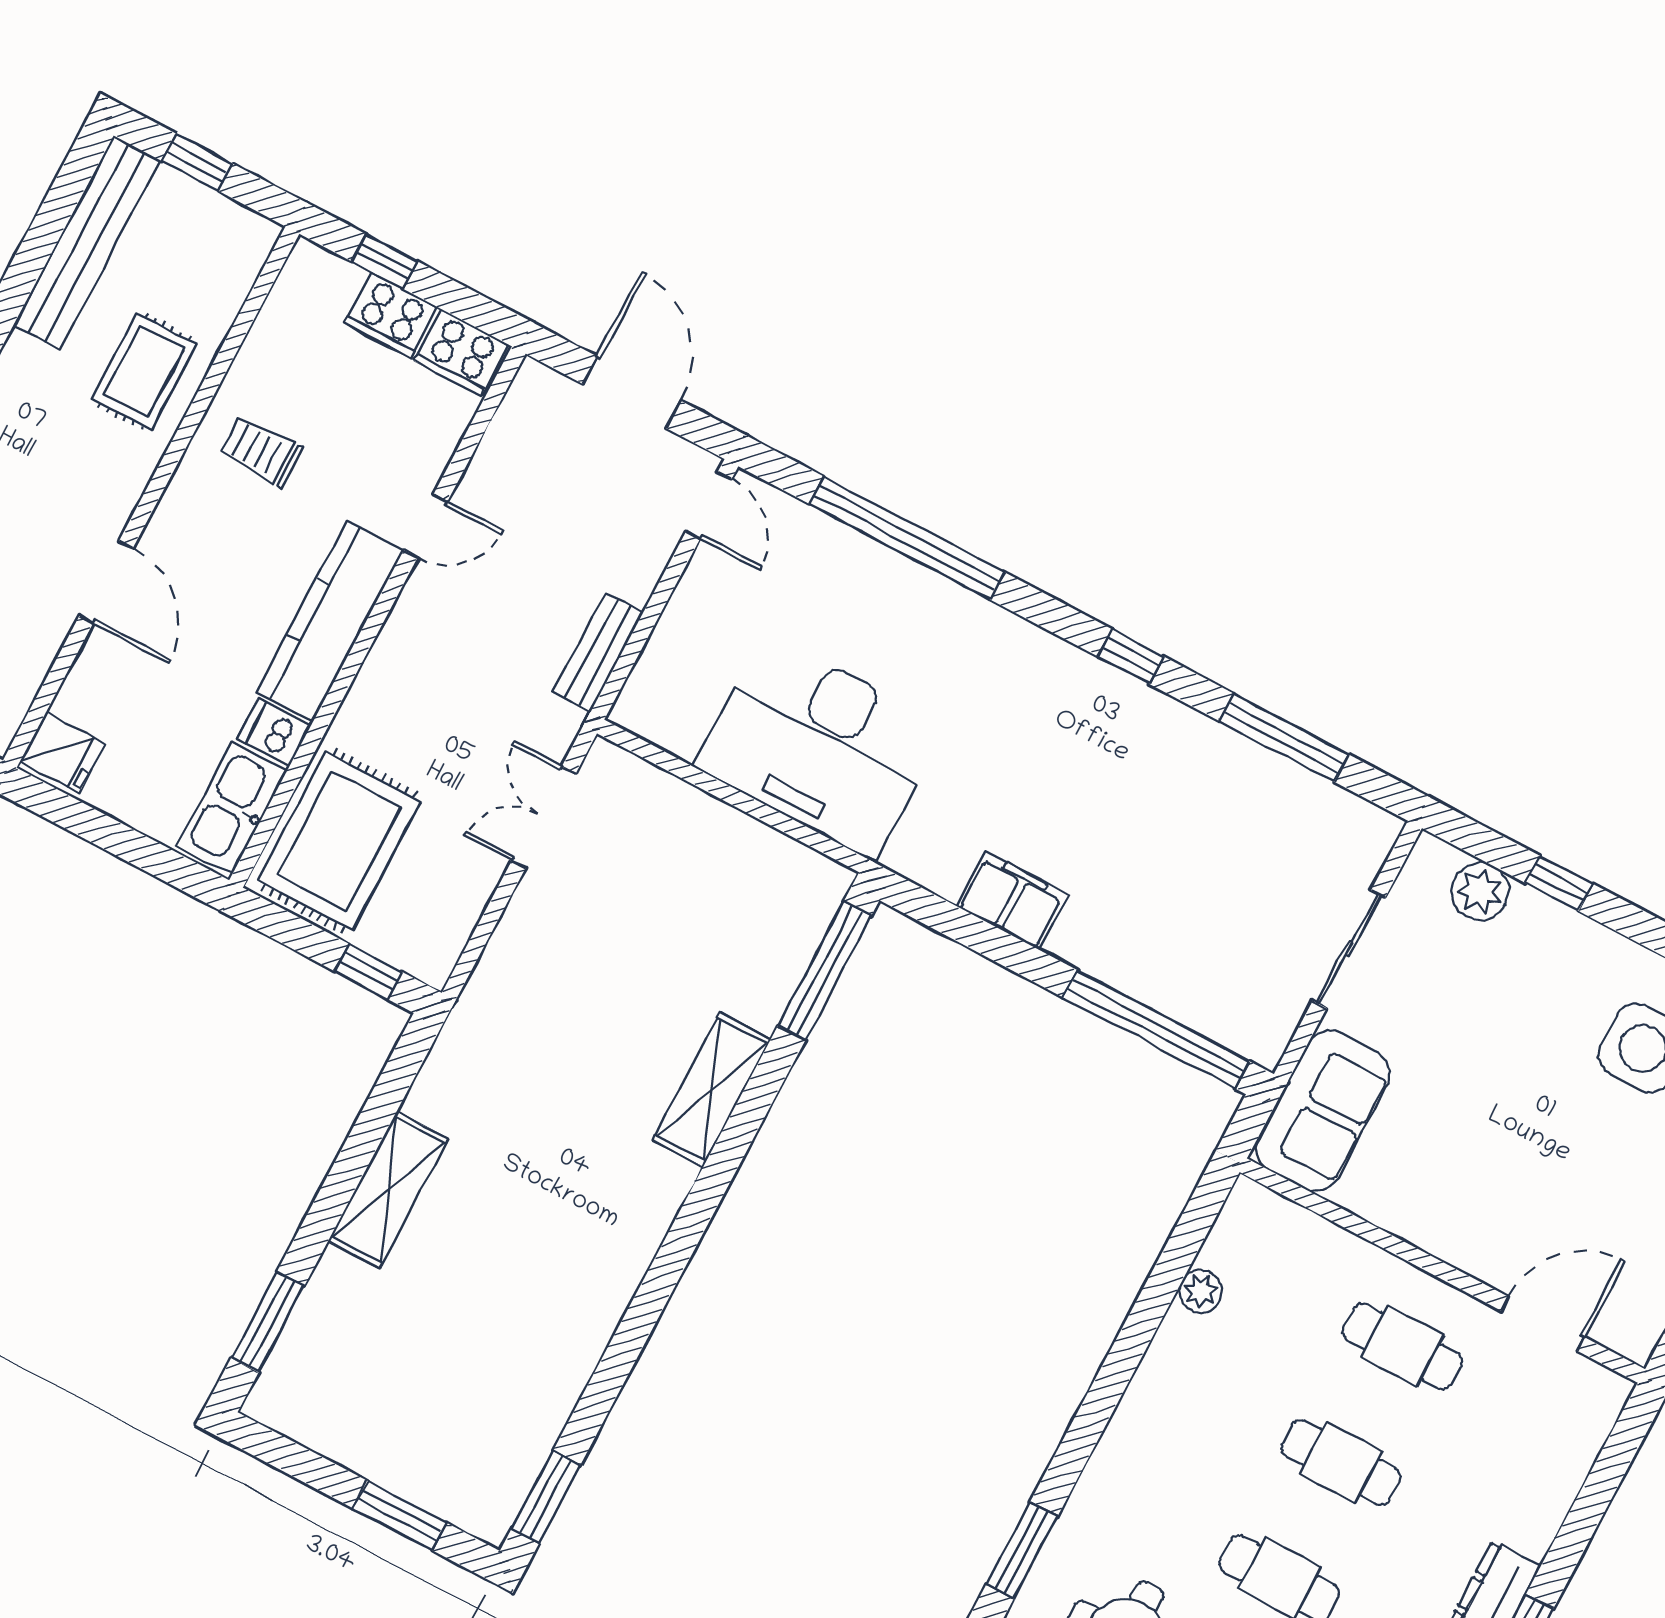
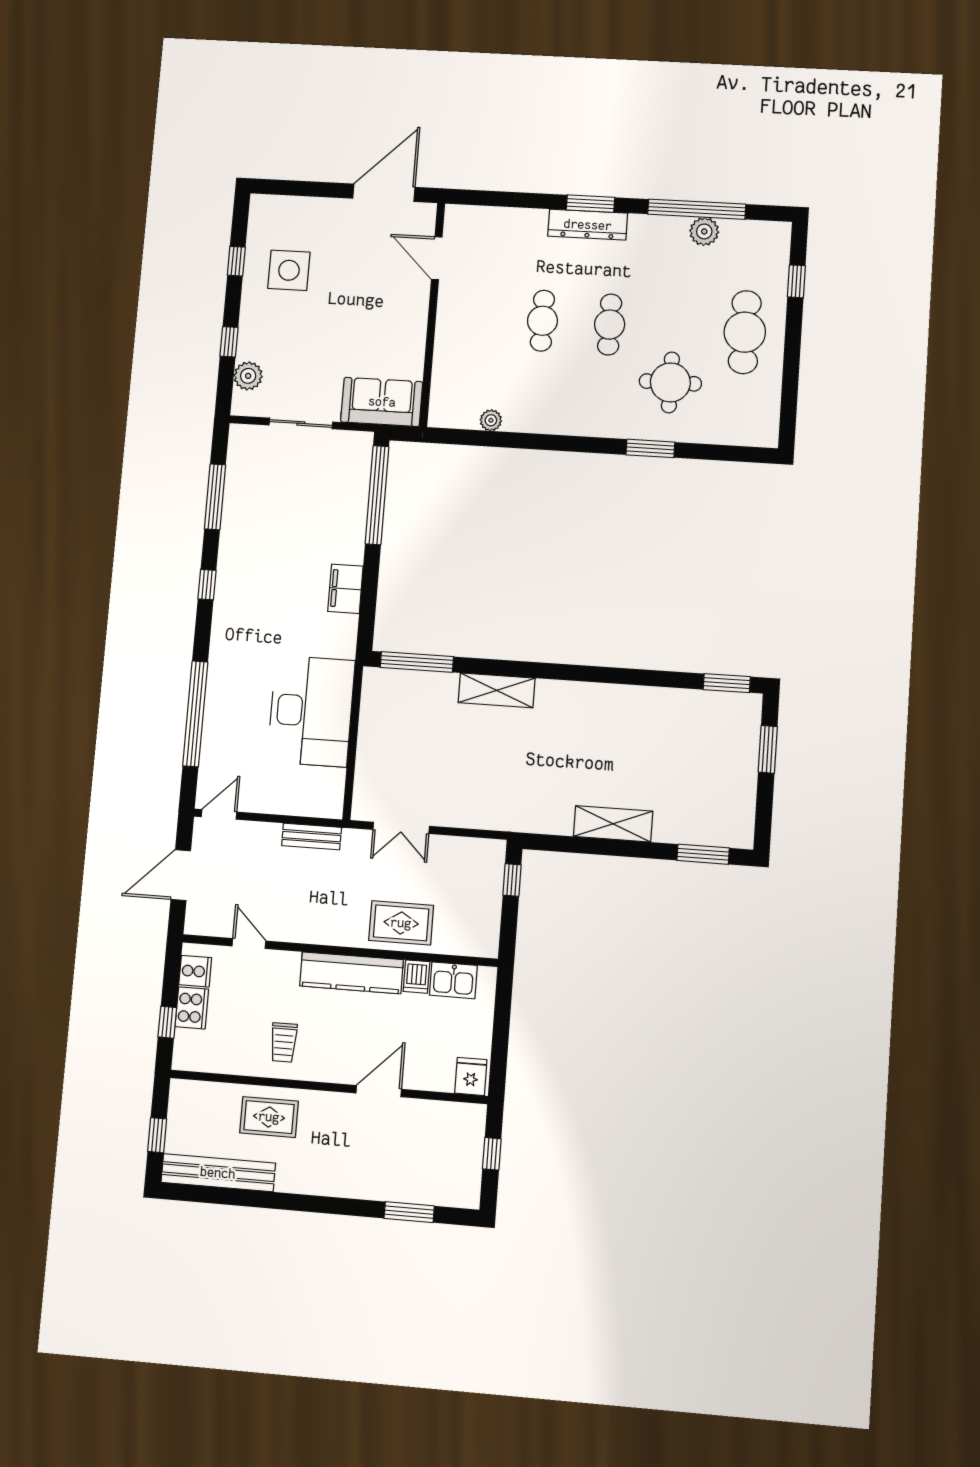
cooker: (461, 352) -> (195, 971), width x0.73
door: (426, 526) -> (249, 944), moved
kitchen sink: (232, 808) -> (453, 980), width x0.73
rug: (339, 841) -> (401, 923), moved, width x0.73, depth x0.70
cafe table: (1402, 1346) -> (476, 317), removed

